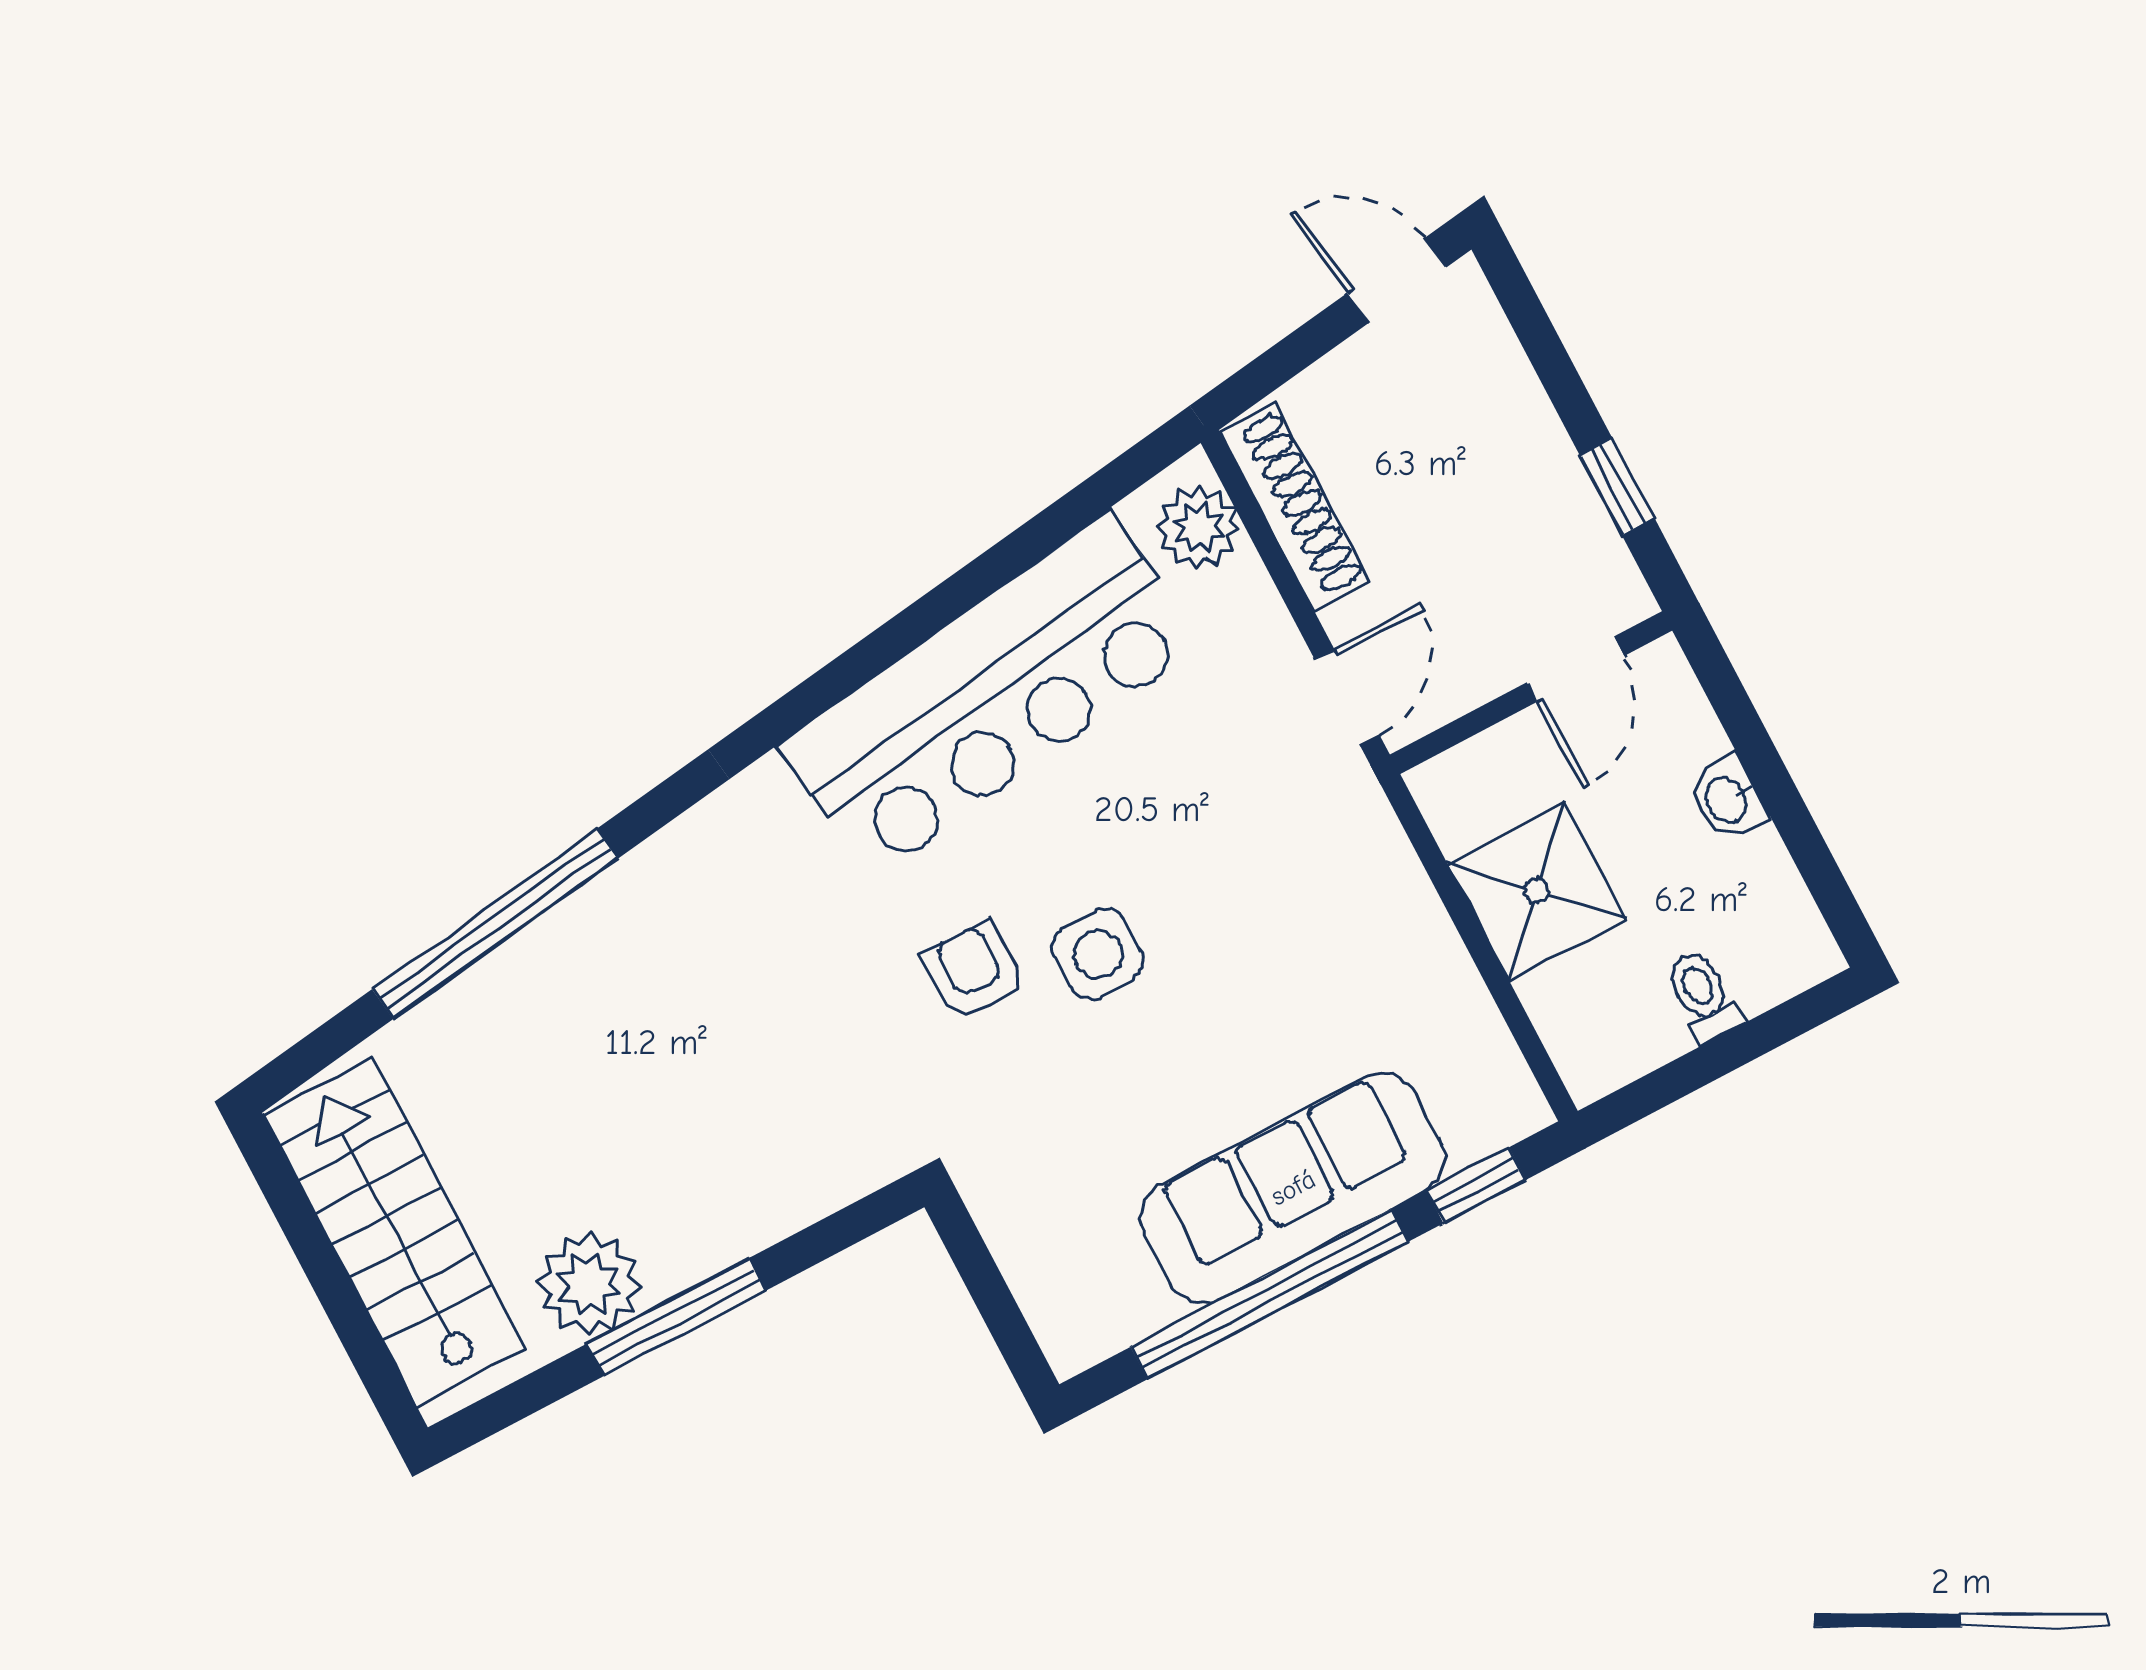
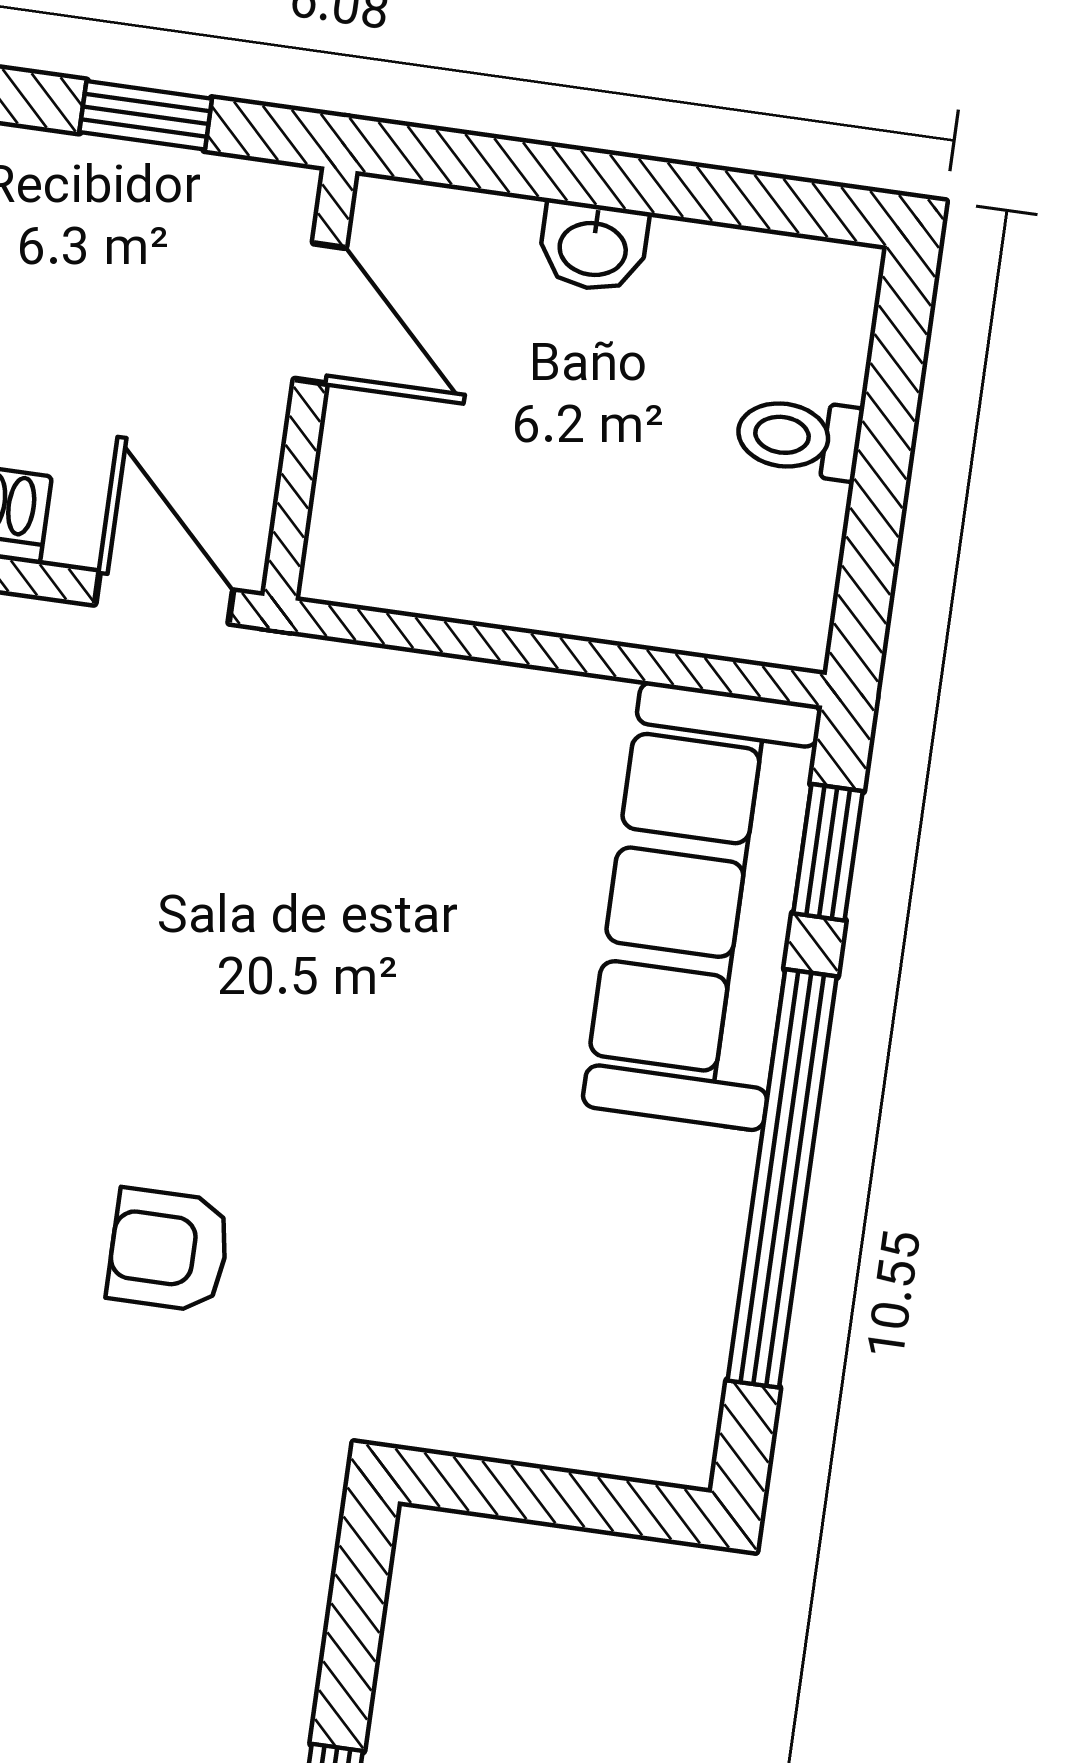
shower: (1536, 891) -> (541, 541), removed
side table: (1098, 954) -> (251, 1094), removed
sofa: (1293, 1188) -> (702, 906), moved

